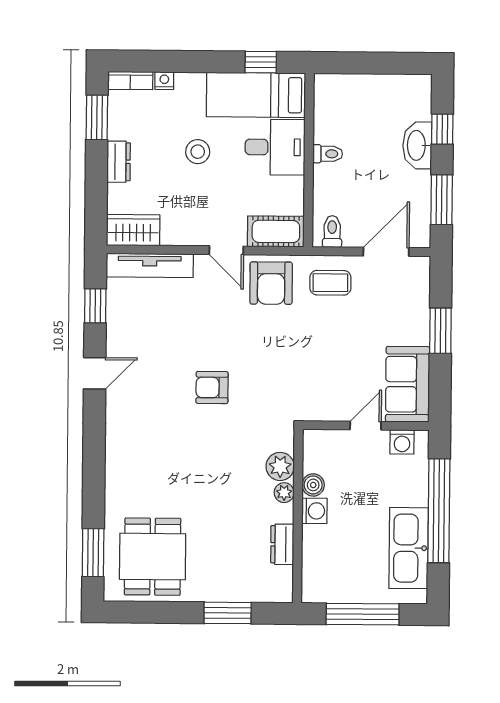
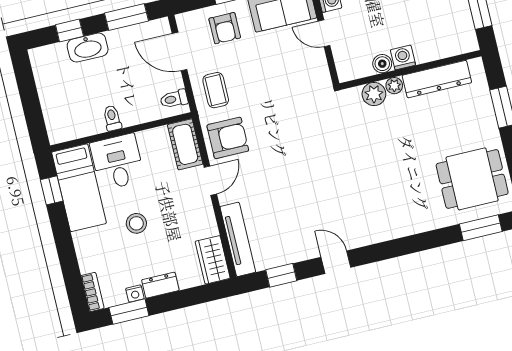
nightstand: (164, 81) -> (135, 294), moved, turned -90
armchair: (212, 387) -> (225, 28), moved
dresser: (282, 544) -> (437, 79), width x1.96, depth x1.24

